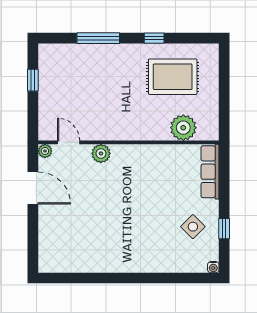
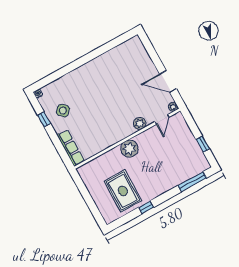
window: (98, 38) -> (192, 182), moved
rug: (173, 77) -> (123, 191), turned 90
plant: (183, 128) -> (129, 149), moved
door: (69, 142) -> (162, 119), hinge flipped

